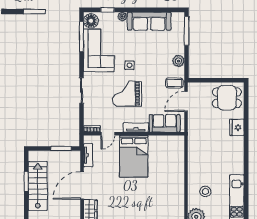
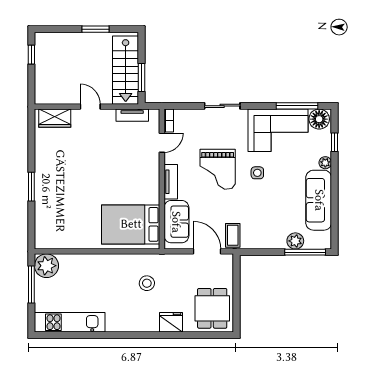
plant: (178, 61) -> (295, 241), moved
grand piano: (127, 94) -> (218, 169), turned 180
door: (108, 134) -> (162, 143), swing flipped
bed: (134, 156) -> (131, 224), moved
door: (82, 185) -> (90, 107), width x0.53
stairs: (38, 186) -> (126, 70), moved, turned 90
stool: (205, 191) -> (147, 283), moved

